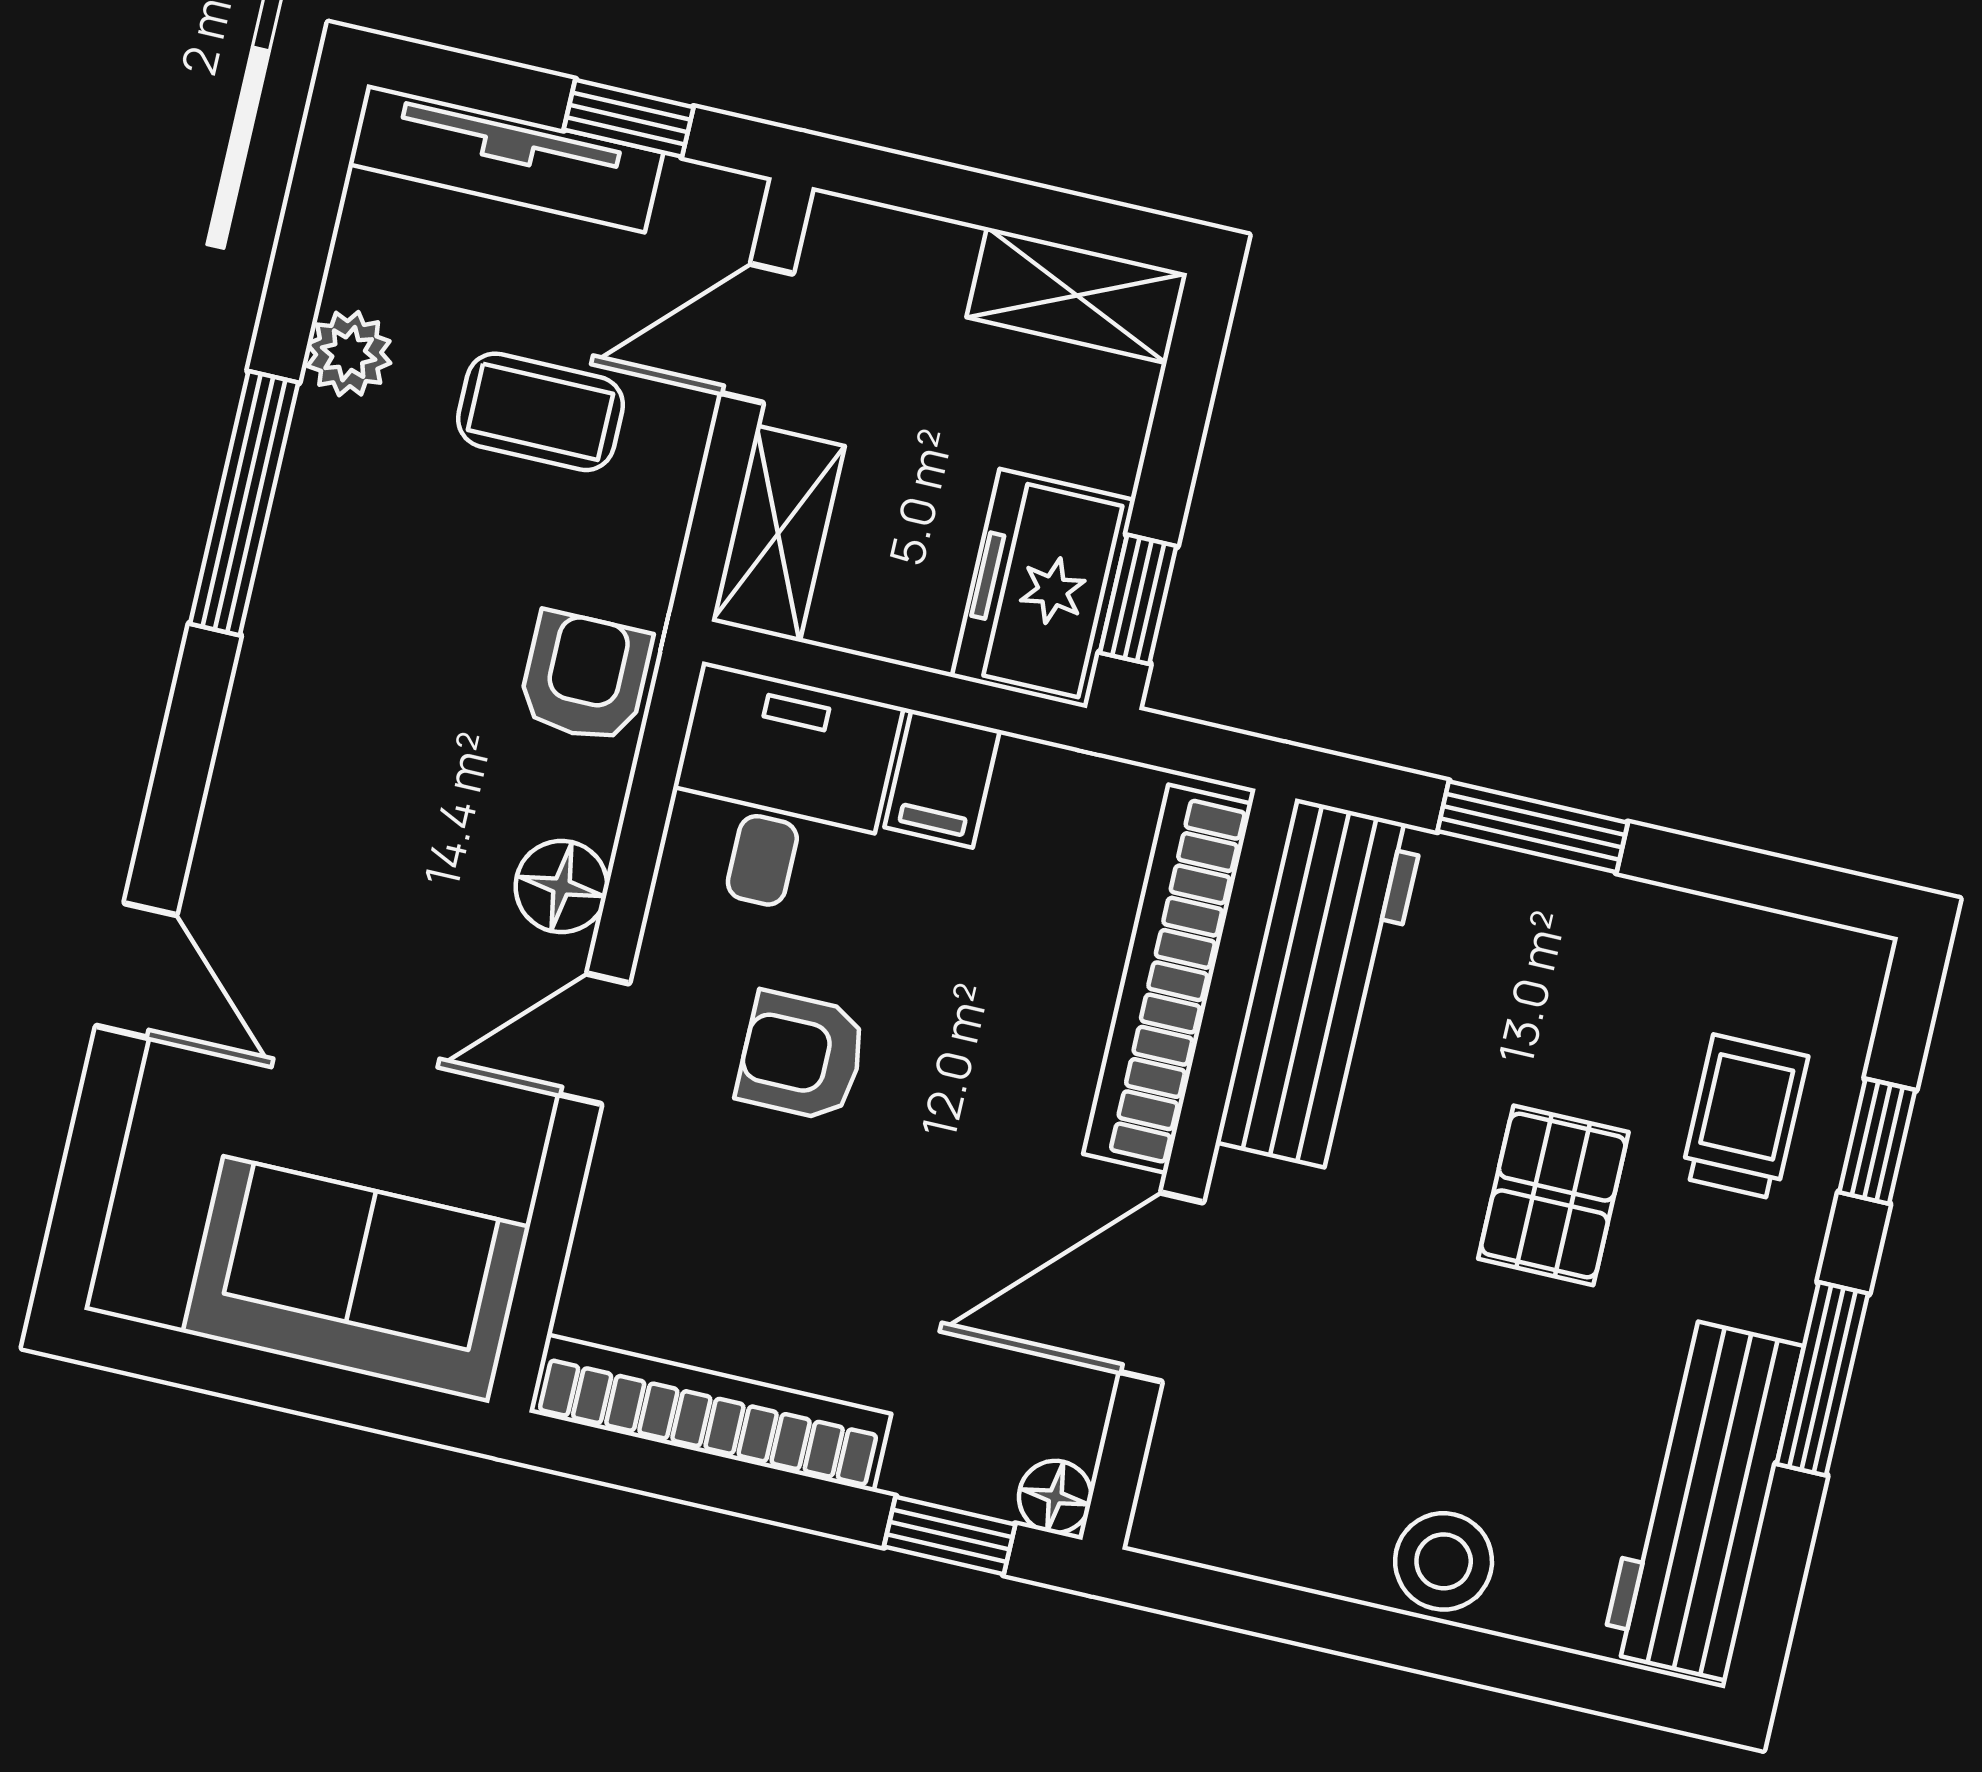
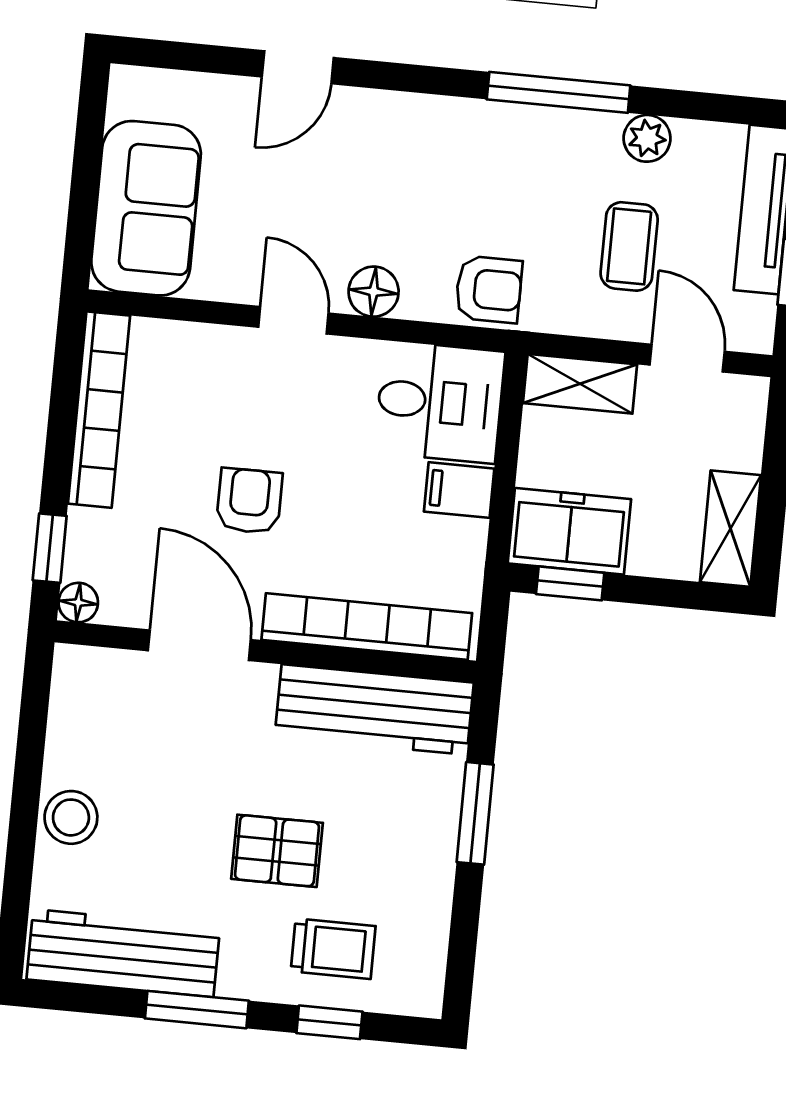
armchair: (802, 1056) -> (249, 501), moved

